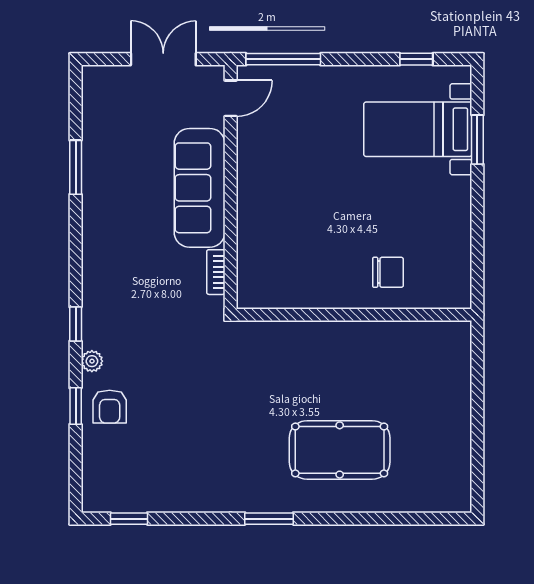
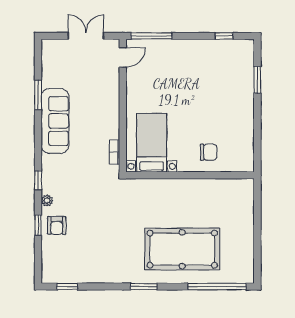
bed with nightstands: (418, 129) -> (152, 143), moved, turned 90
sofa: (200, 188) -> (55, 121), moved, turned 180
pool table: (340, 450) -> (182, 249), width x1.36, depth x1.32
window: (403, 519) -> (217, 287), added

